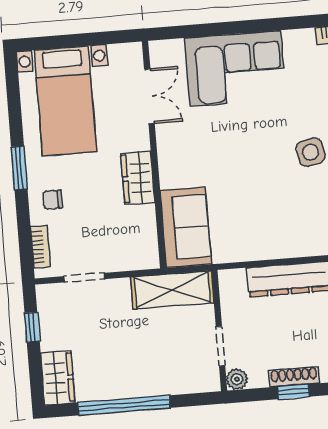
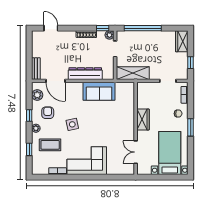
corner sofa: (235, 68) -> (87, 161), moved
sofa: (186, 227) -> (99, 91), moved, turned -90
window: (294, 392) -> (103, 28), moved
window: (124, 405) -> (143, 28), moved

